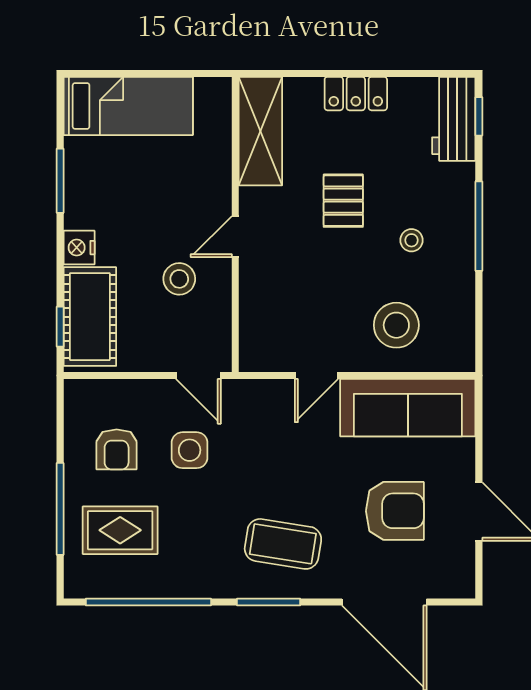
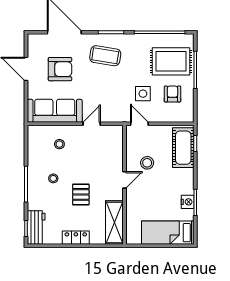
nightstand: (79, 248) -> (188, 202), moved
stool: (396, 325) -> (59, 144), width x0.53, depth x0.53
armchair: (395, 511) -> (60, 69), turned 180
rug: (120, 530) -> (171, 61), width x1.36, depth x1.43

